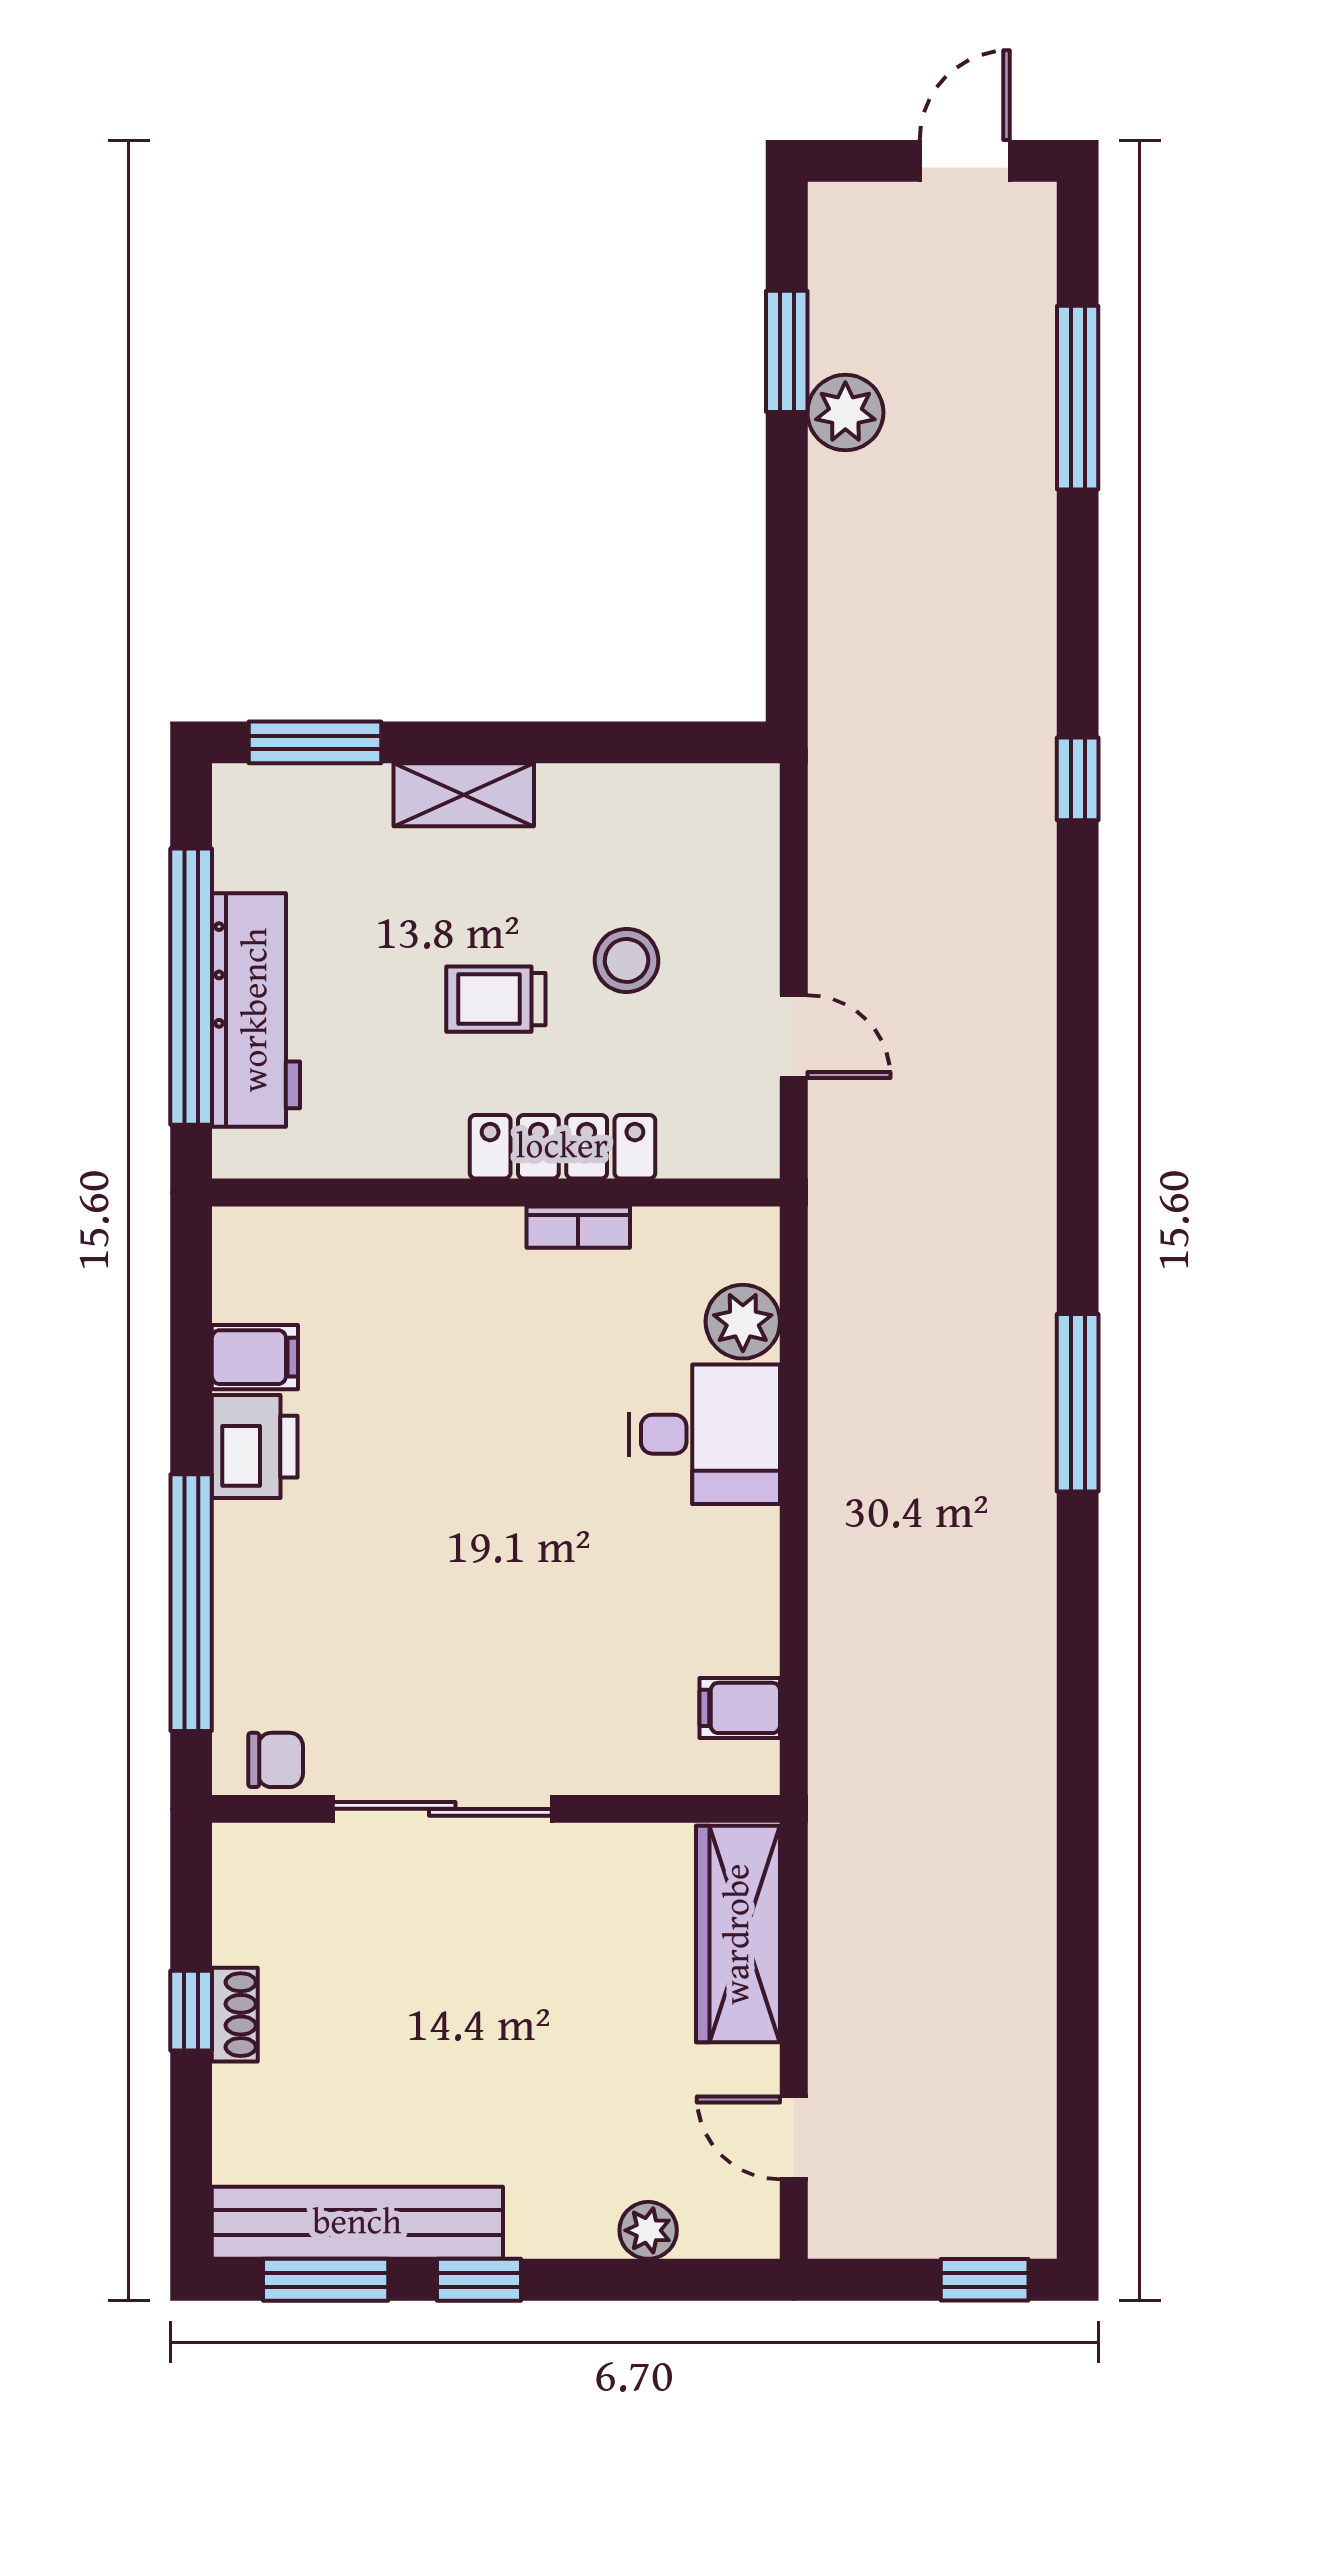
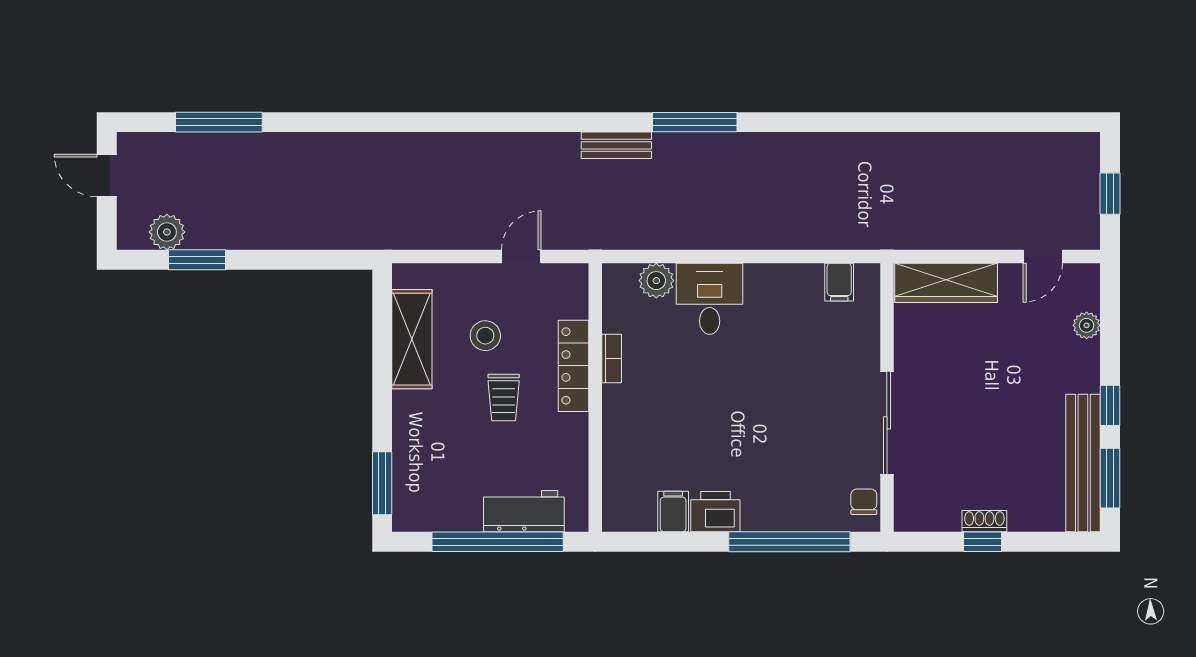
plant: (845, 413) -> (167, 232), moved
window: (1078, 779) -> (399, 122), removed
shelving: (464, 795) -> (412, 339), moved, width x1.50, depth x1.33
workbench: (256, 1010) -> (524, 511), width x0.73
bench: (1029, 1237) -> (616, 145), added
window: (985, 2280) -> (1110, 194), moved

